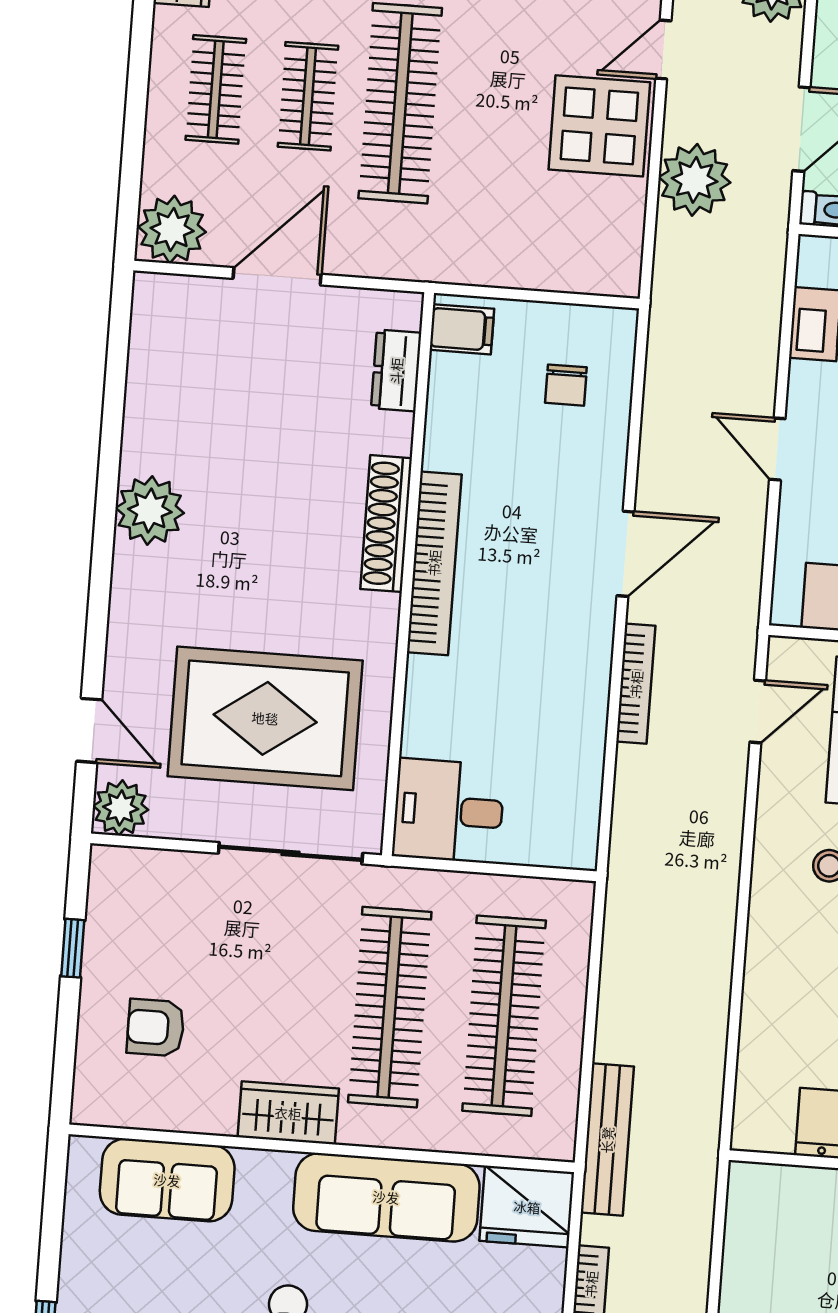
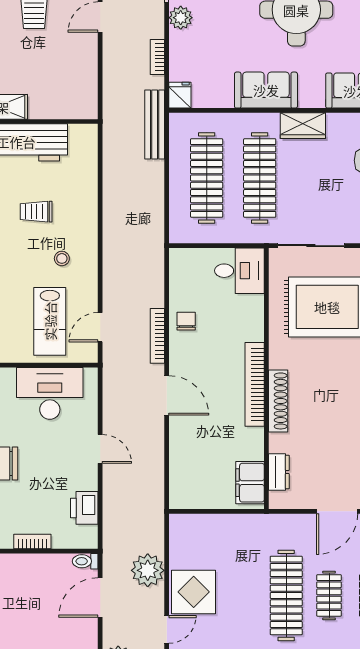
filing cabinet: (462, 329) -> (250, 483), width x2.00
chair: (566, 385) -> (186, 321), moved
door: (626, 554) -> (167, 395), swing flipped
sofa: (386, 1197) -> (266, 90), width x0.73
fridge: (527, 1207) -> (180, 95), width x0.53, depth x0.75

